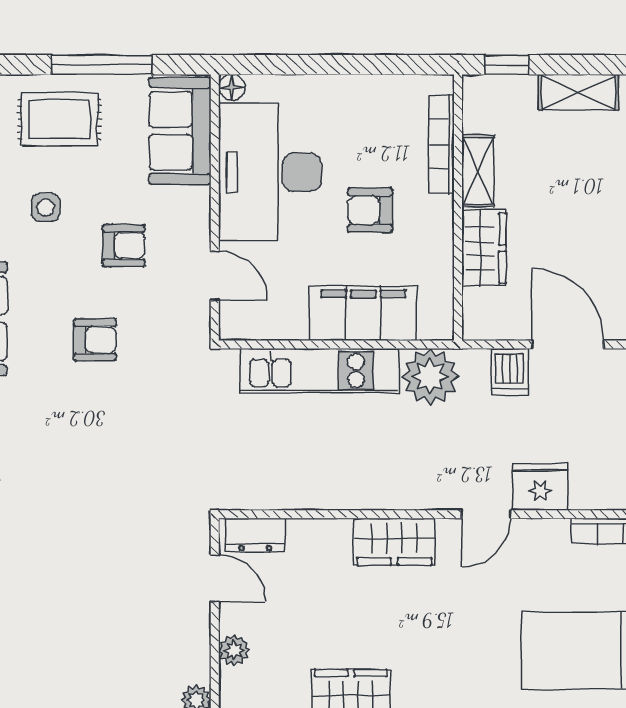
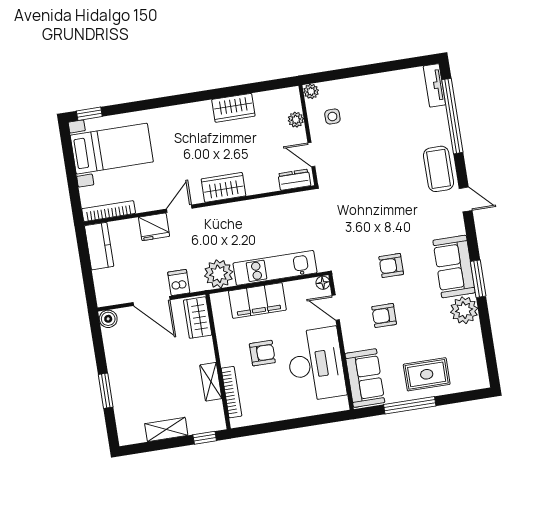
floor lamp: (232, 87) -> (323, 283), moved
side table: (46, 208) -> (332, 117), moved
wardrobe: (484, 248) -> (198, 318), moved

